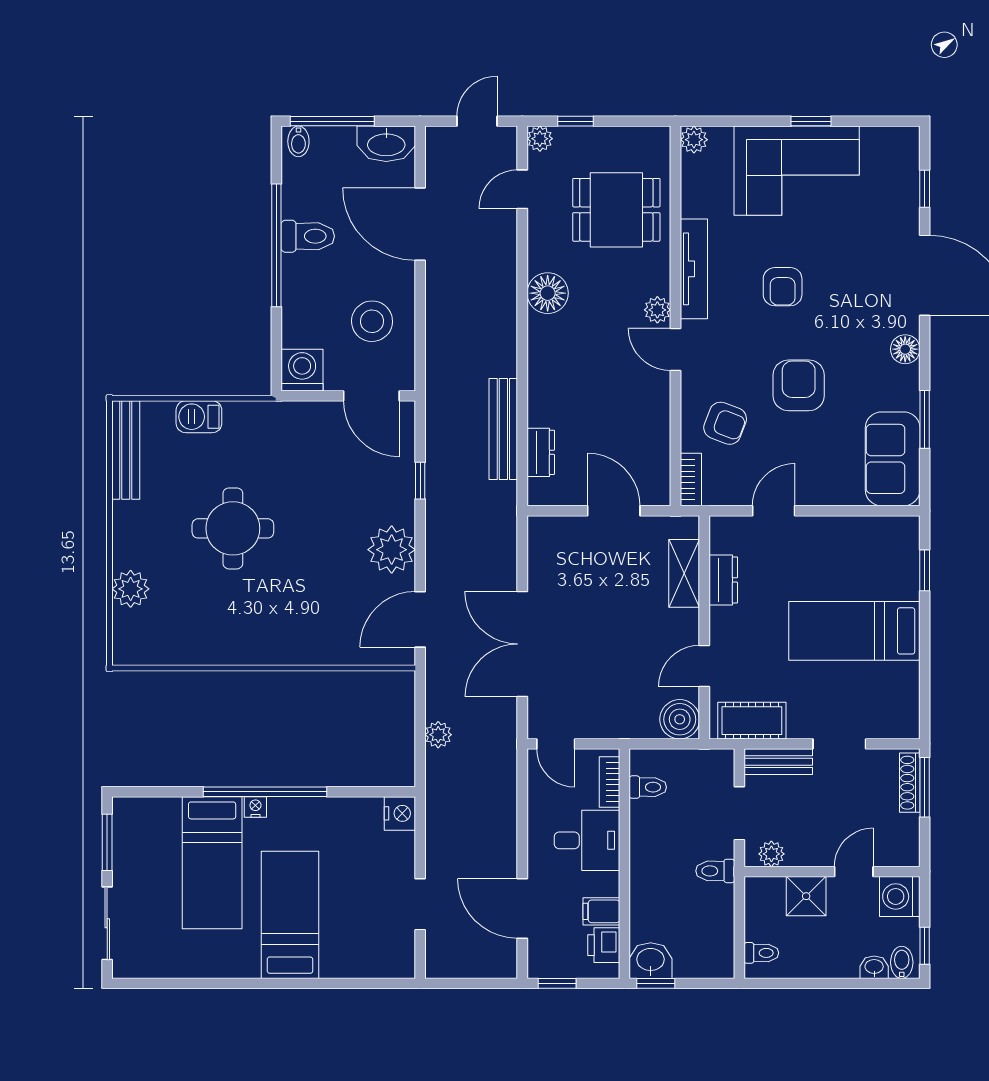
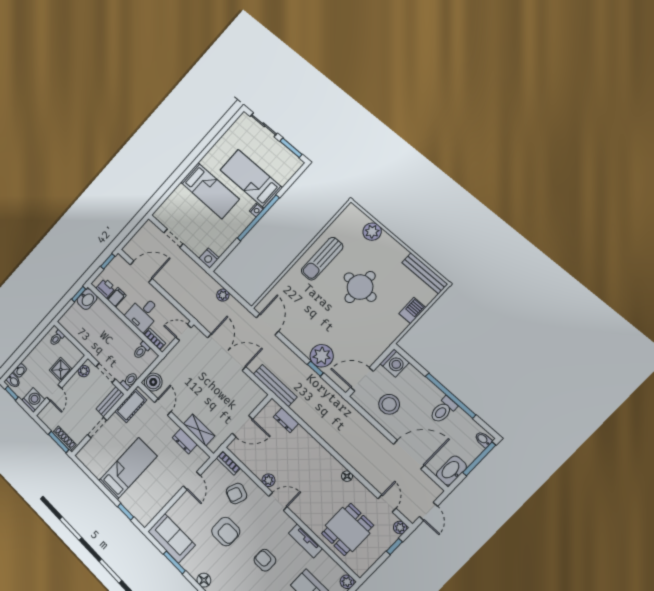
tv unit: (694, 269) -> (305, 541), width x0.71
floor lamp: (548, 293) -> (347, 476), width x0.53, depth x0.53
plant: (657, 310) -> (268, 480), moved
bench: (503, 429) -> (275, 385), moved
plant: (392, 550) -> (322, 356), moved
sun lounger: (241, 628) -> (322, 259), added
toilet: (715, 871) -> (129, 381), moved

